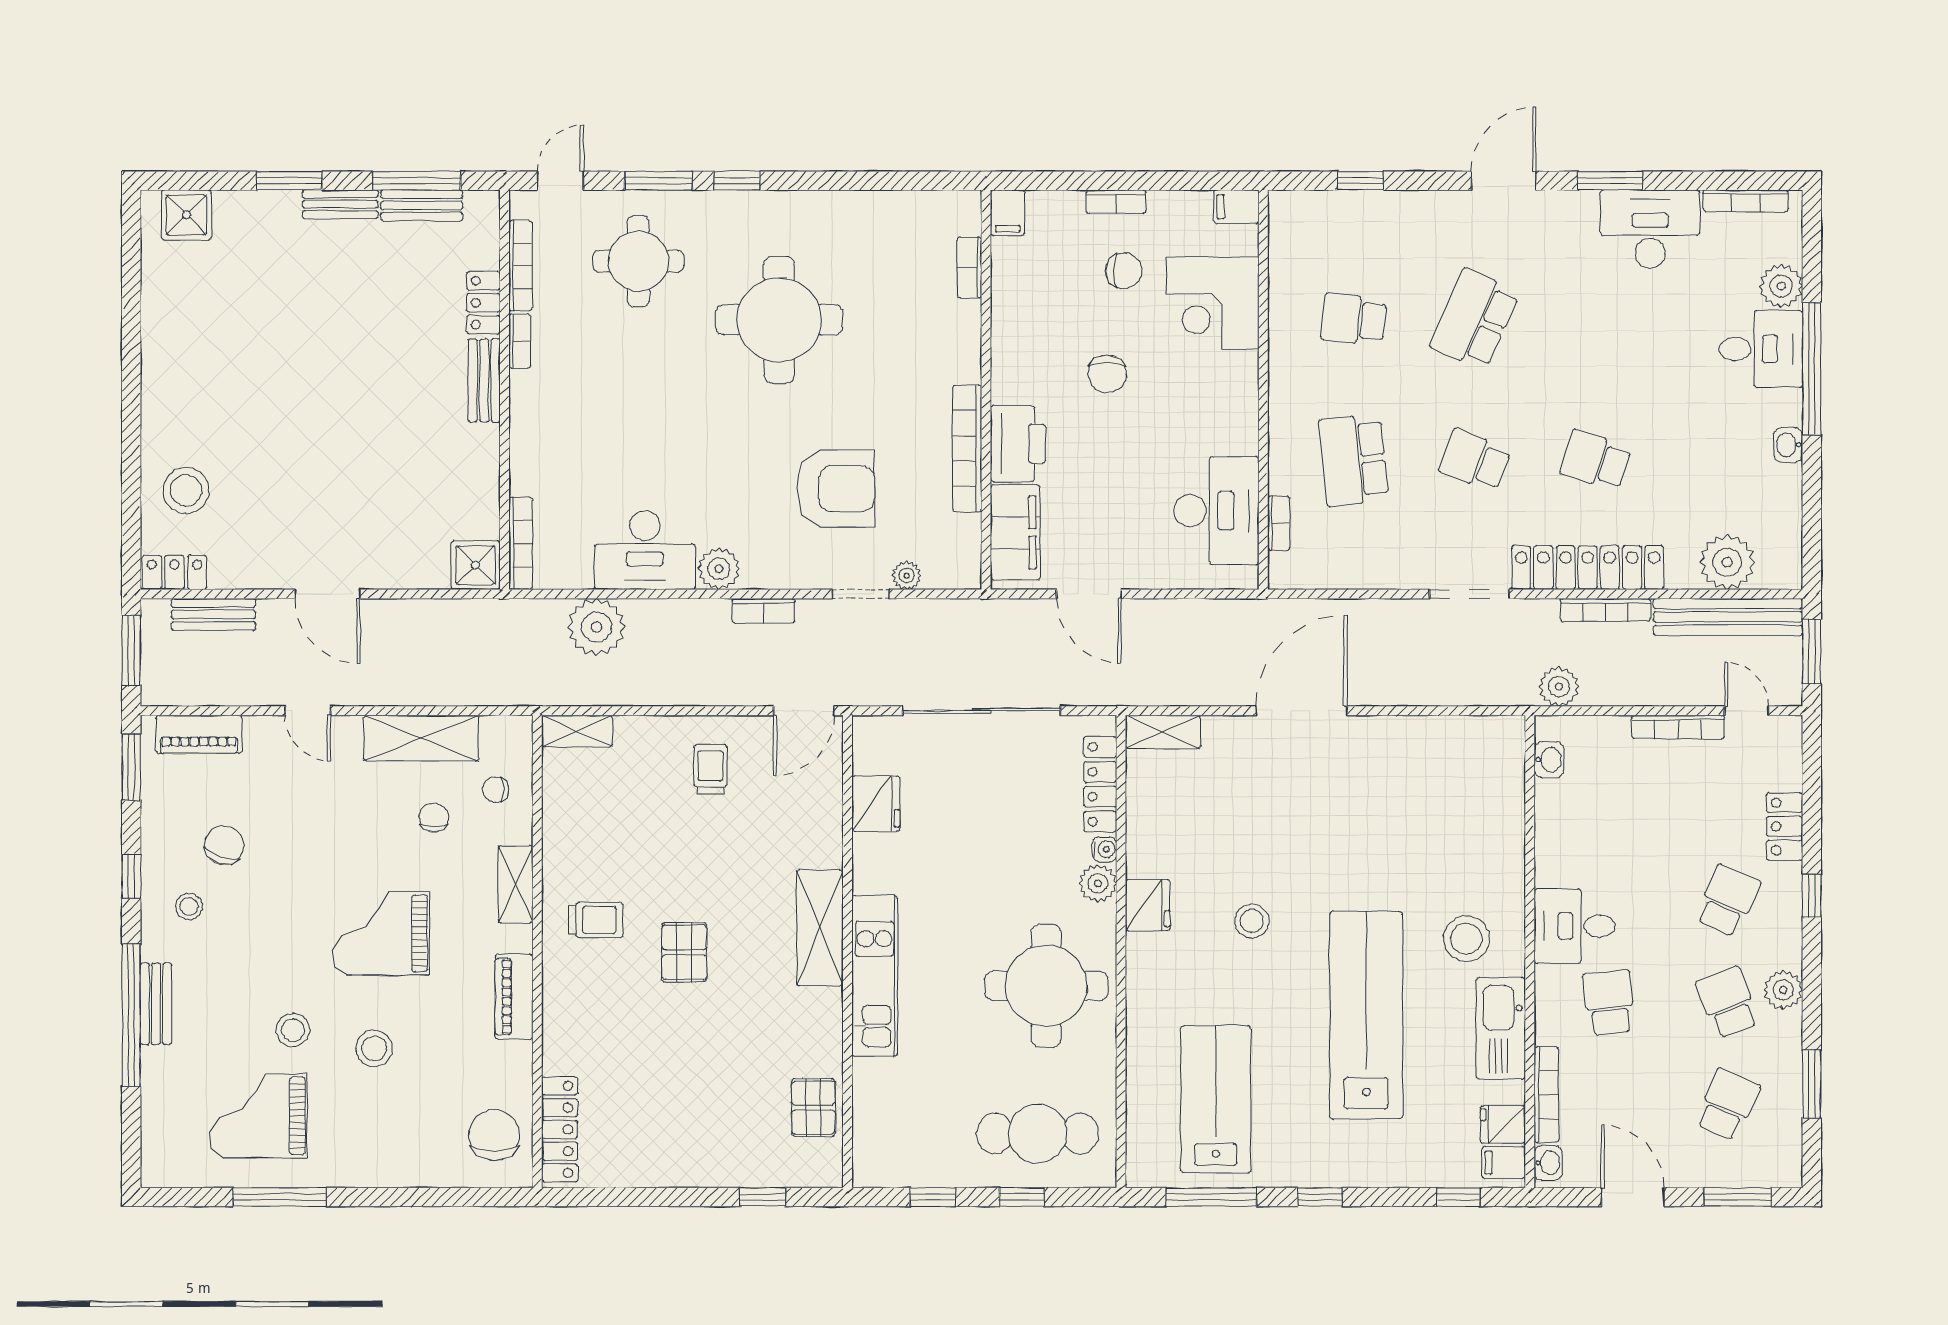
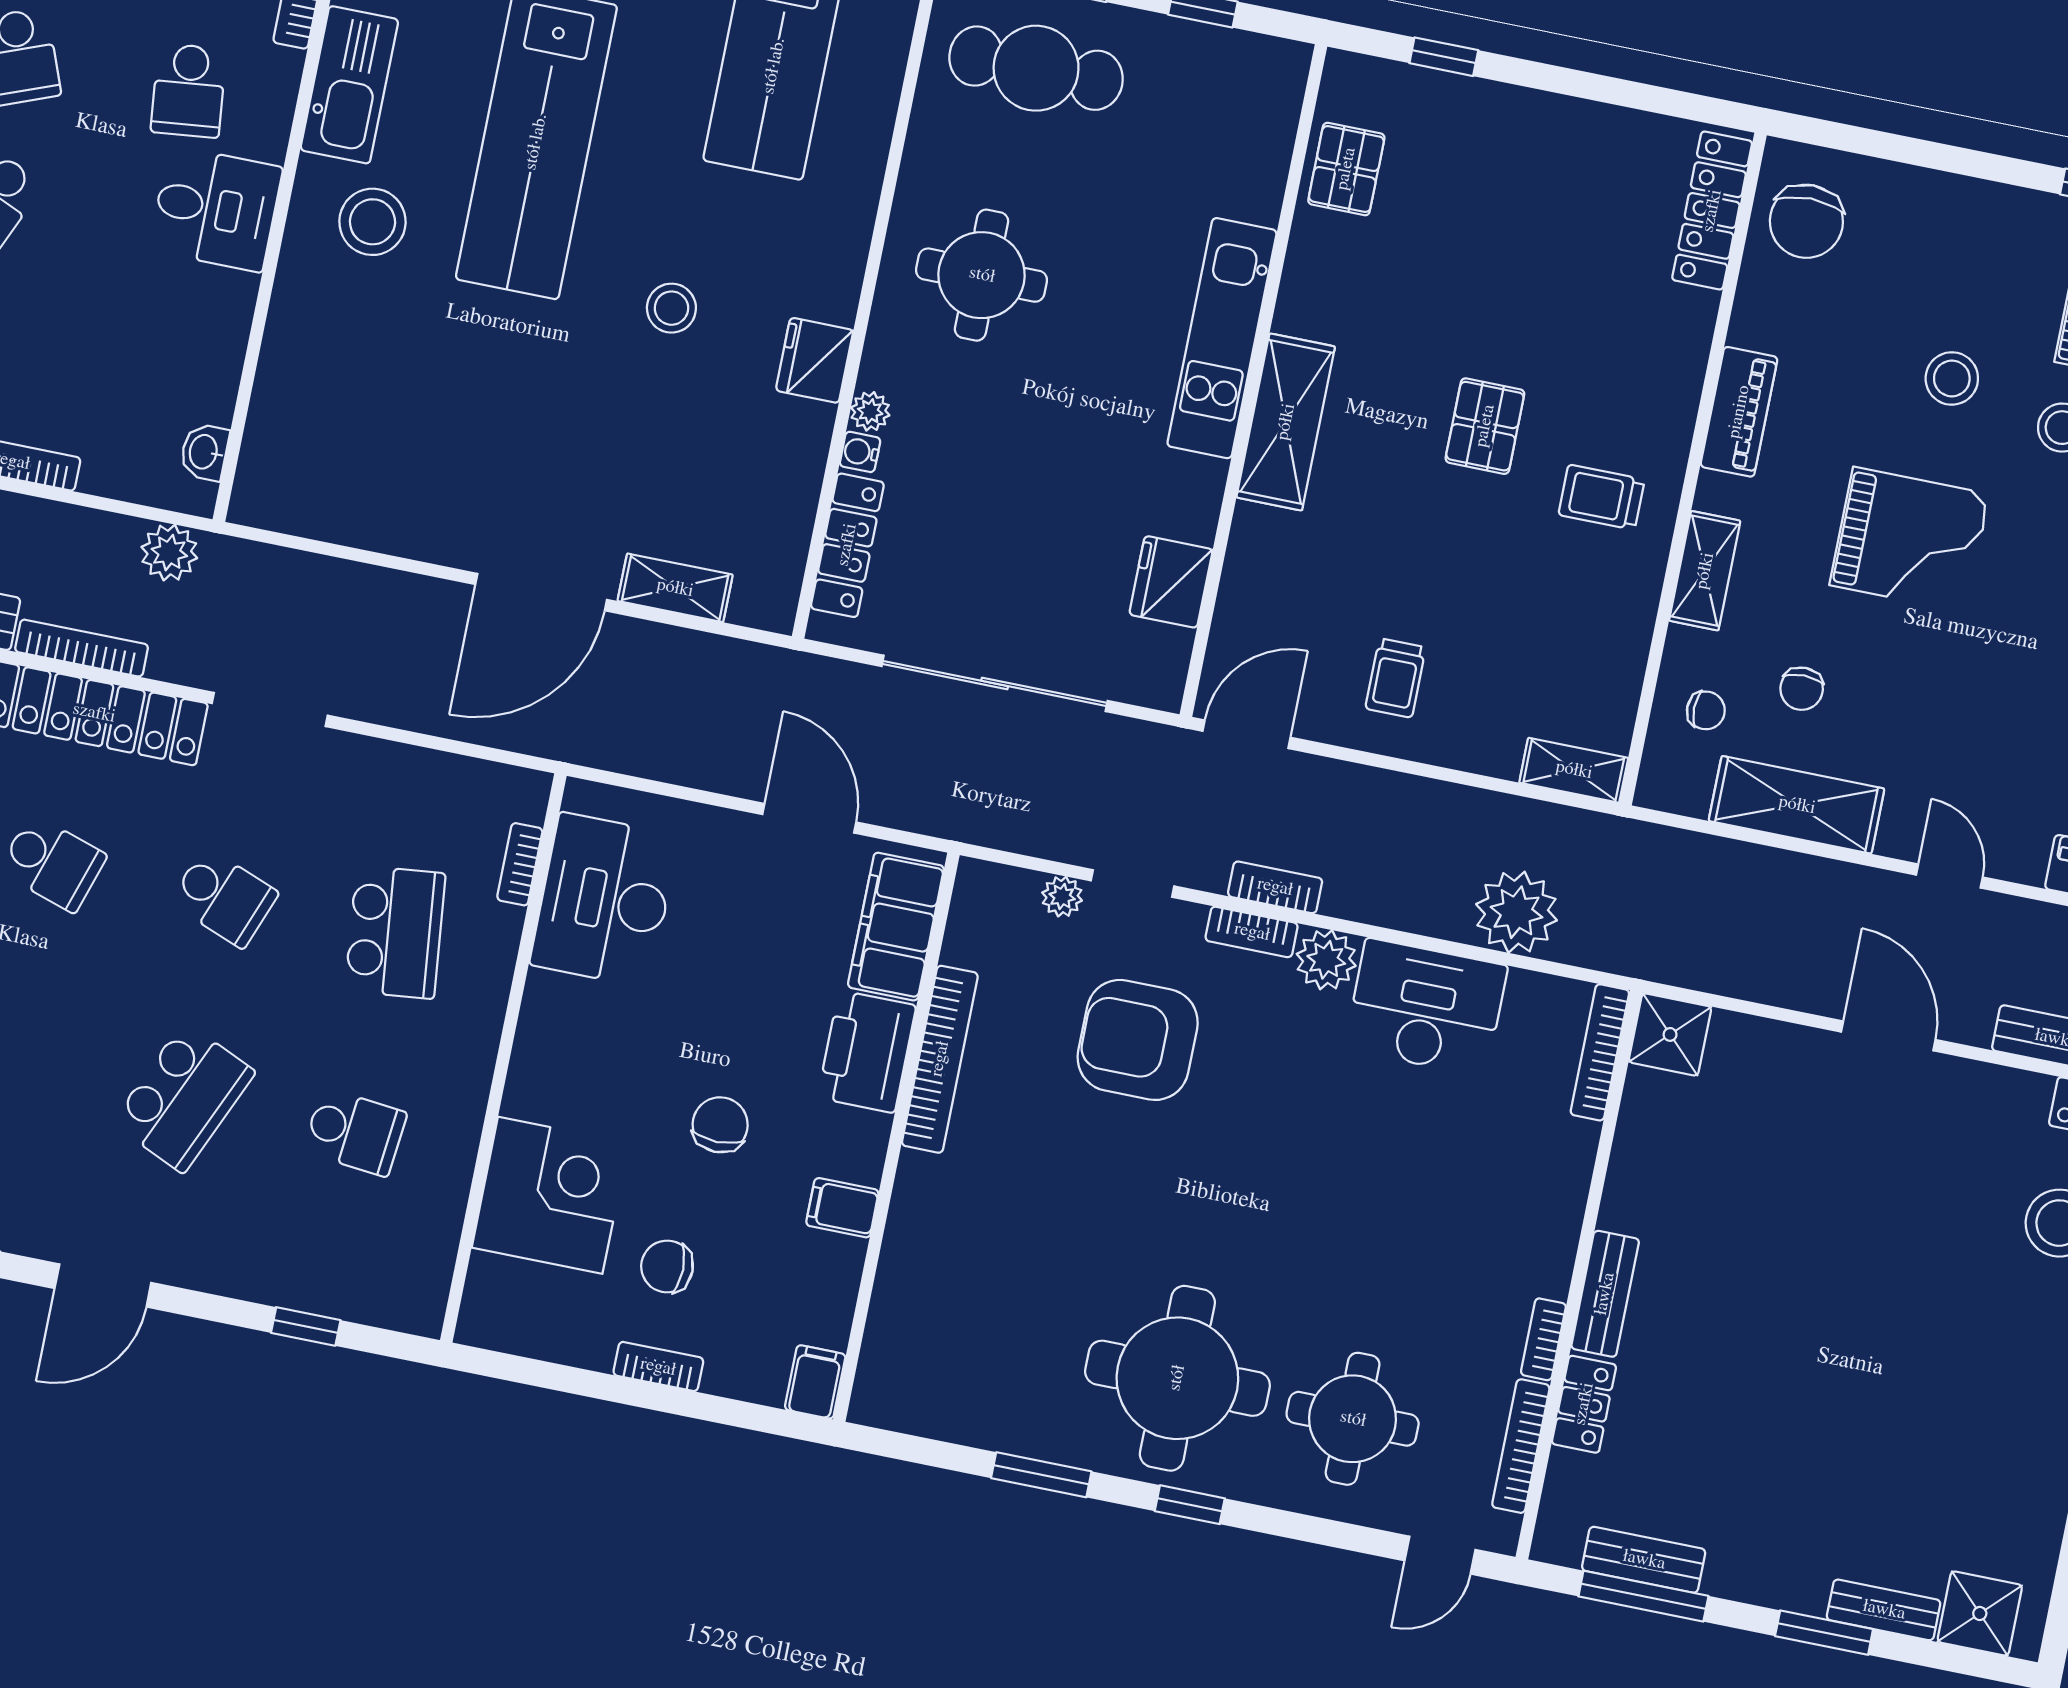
window: (659, 181) -> (1041, 1475), moved
bench: (340, 204) -> (1884, 1610), moved
filing cabinet: (1236, 207) -> (842, 1208), moved, turned 180
bookcase: (969, 267) -> (1252, 932), moved, turned 90
round table: (779, 320) -> (1177, 1378), moved
shelving: (1163, 732) -> (675, 588), moved
plant: (1098, 883) -> (870, 411), width x0.73, depth x0.73
round table: (1046, 986) -> (982, 275), width x0.73, depth x0.73

